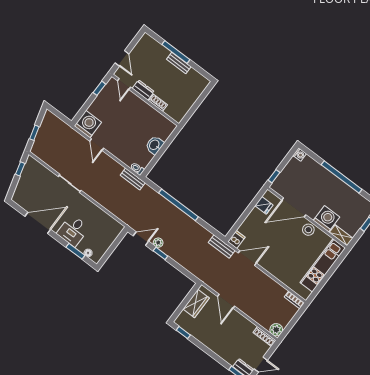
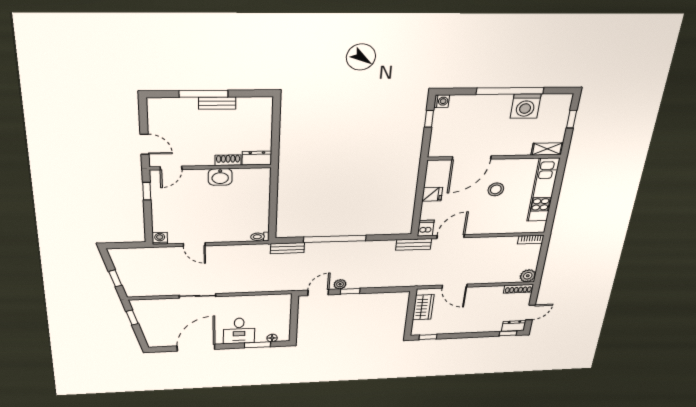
door: (124, 84) -> (171, 168), hinge flipped
dresser: (143, 90) -> (257, 158), moved
washing machine: (88, 124) -> (160, 238), width x0.53, depth x0.53
washbasin: (155, 145) -> (220, 177), moved, turned -90
window: (274, 176) -> (429, 119), moved
bench: (133, 179) -> (287, 248), moved
fridge: (264, 205) -> (432, 194), moved
washing machine: (327, 219) -> (526, 106), moved, turned 180
stool: (308, 230) -> (496, 189), moved

